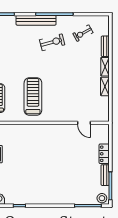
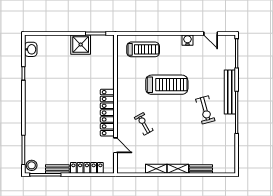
exercise bike: (83, 33) -> (144, 124), moved
treadmill: (33, 96) -> (167, 85), moved
door: (84, 123) -> (115, 145), swing flipped
locker: (55, 130) -> (107, 113), added
locker: (104, 154) -> (87, 168), width x1.53

